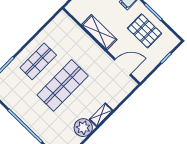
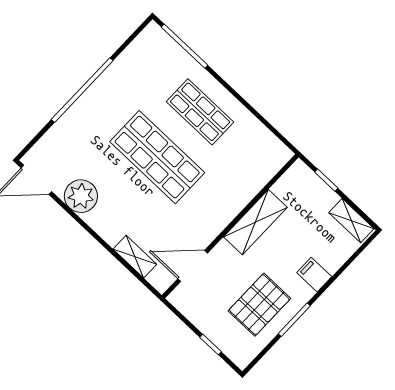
door: (123, 67) -> (193, 266), swing flipped
shelving: (101, 115) -> (135, 257), moved

